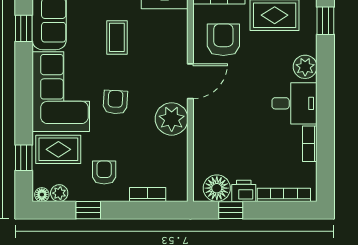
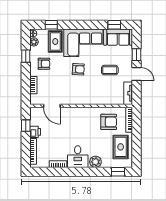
door: (190, 81) -> (52, 106), moved
plant: (172, 119) -> (70, 97), removed
floor lamp: (217, 188) -> (36, 119), removed

